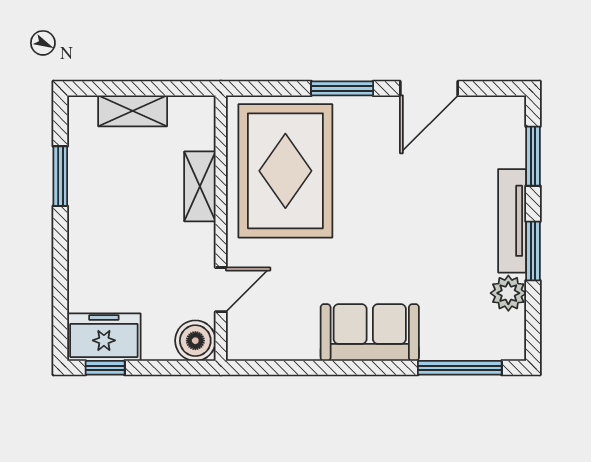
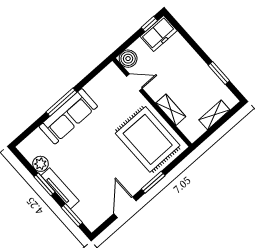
door: (221, 290) -> (134, 82), swing flipped
sofa: (370, 333) -> (68, 116), width x1.36
window: (460, 368) -> (61, 102), moved

